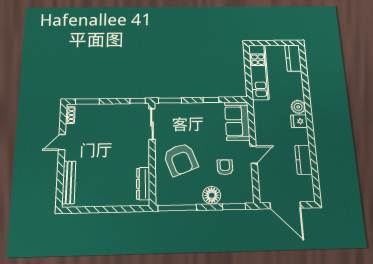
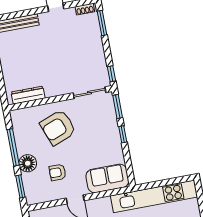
kitchen unit: (259, 72) -> (154, 196), width x1.36
window: (211, 100) -> (123, 134), moved
armchair: (225, 167) -> (57, 172), turned 180
window: (177, 208) -> (13, 147), moved

